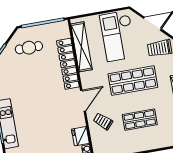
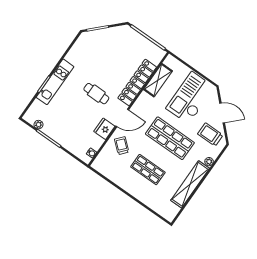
shelving: (81, 47) -> (158, 80), width x0.68
cafe table: (29, 48) -> (96, 94), moved
fridge: (80, 136) -> (104, 129), moved

